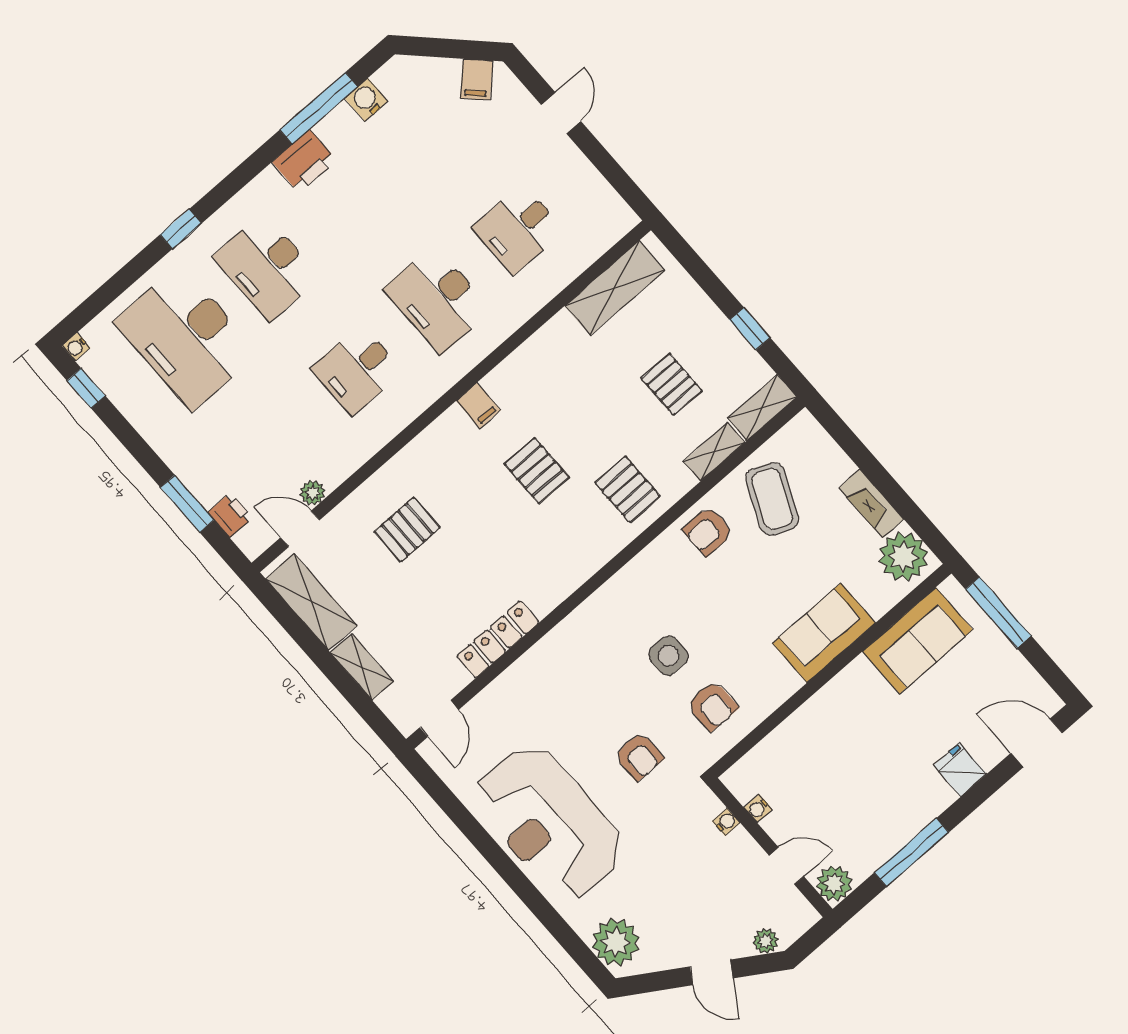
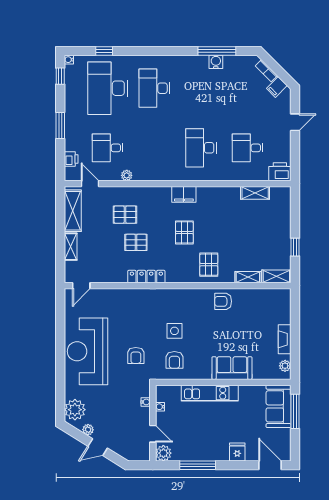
bookcase: (434, 67) -> (266, 71), added
water cooler: (366, 100) -> (216, 62), moved
printer: (304, 161) -> (280, 172), moved, turned 180
window: (181, 229) -> (104, 51), moved
shelving: (615, 288) -> (255, 193), width x0.67, depth x0.75
desk: (357, 370) -> (108, 148), moved
pallet: (672, 384) -> (136, 242), moved, turned 90
filing cabinet: (478, 405) -> (184, 194), width x2.00
plant: (313, 493) -> (127, 175), moved
coffee table: (772, 499) -> (253, 309), removed
window: (187, 504) -> (60, 125), moved
plant: (903, 557) -> (285, 366), width x0.53, depth x0.53
locker: (498, 639) -> (146, 277), moved
sofa: (918, 641) -> (278, 406), moved, turned 90
kitchen unit: (823, 710) -> (210, 393), added
plant: (766, 941) -> (88, 430), moved
door: (711, 972) -> (98, 447), hinge flipped

